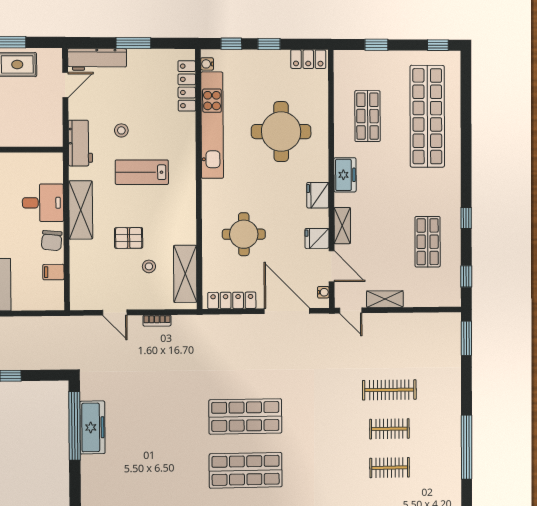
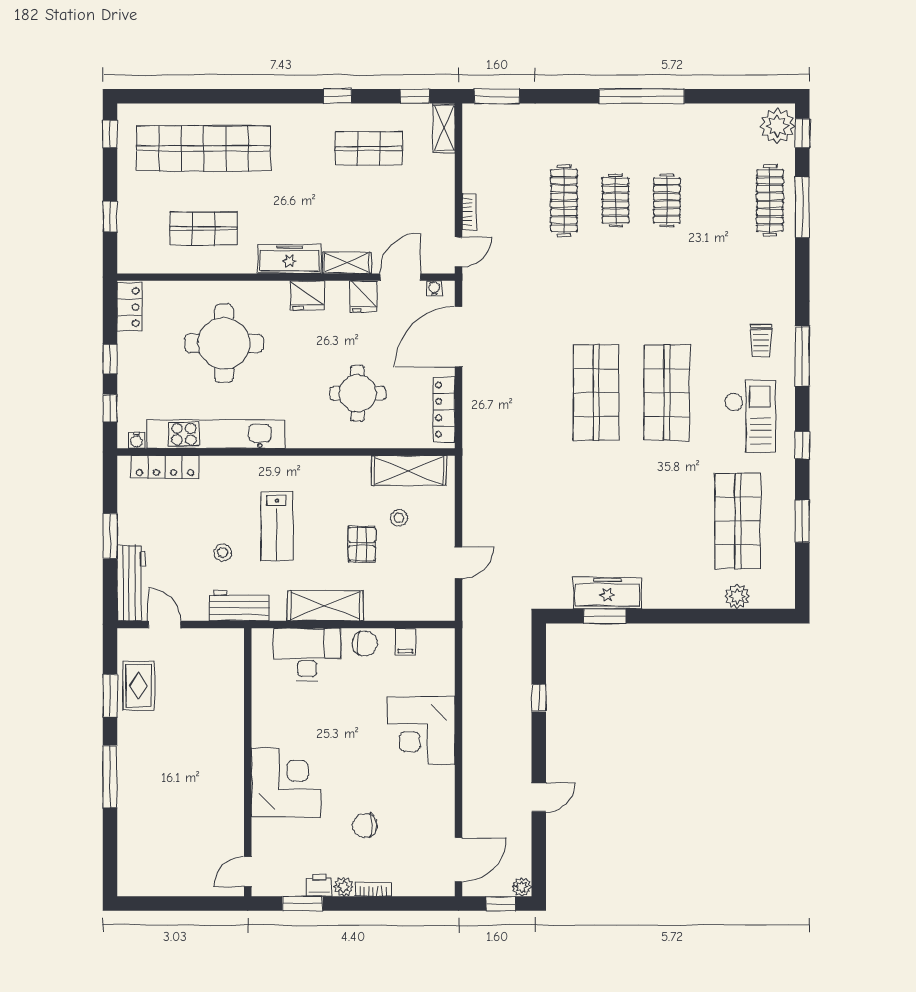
freezer: (345, 175) -> (289, 259), width x1.40
desk: (43, 203) -> (307, 654), width x1.37
shelving: (385, 299) -> (444, 128), moved
bookcase: (157, 321) -> (469, 211), moved
window: (75, 426) -> (605, 616), width x0.47

